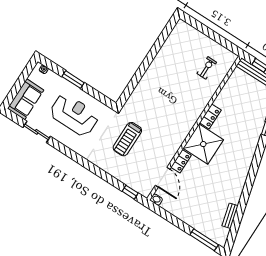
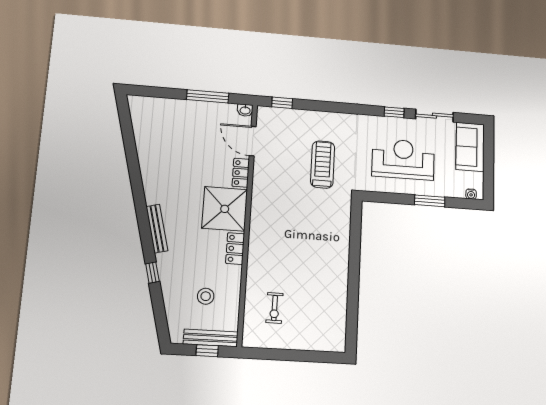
stool: (243, 98) -> (206, 296), added
reception desk: (74, 115) -> (403, 159), turned 180
window: (62, 148) -> (394, 112), added
bench: (230, 216) -> (157, 229), moved, width x1.36
window: (204, 240) -> (208, 96), moved

